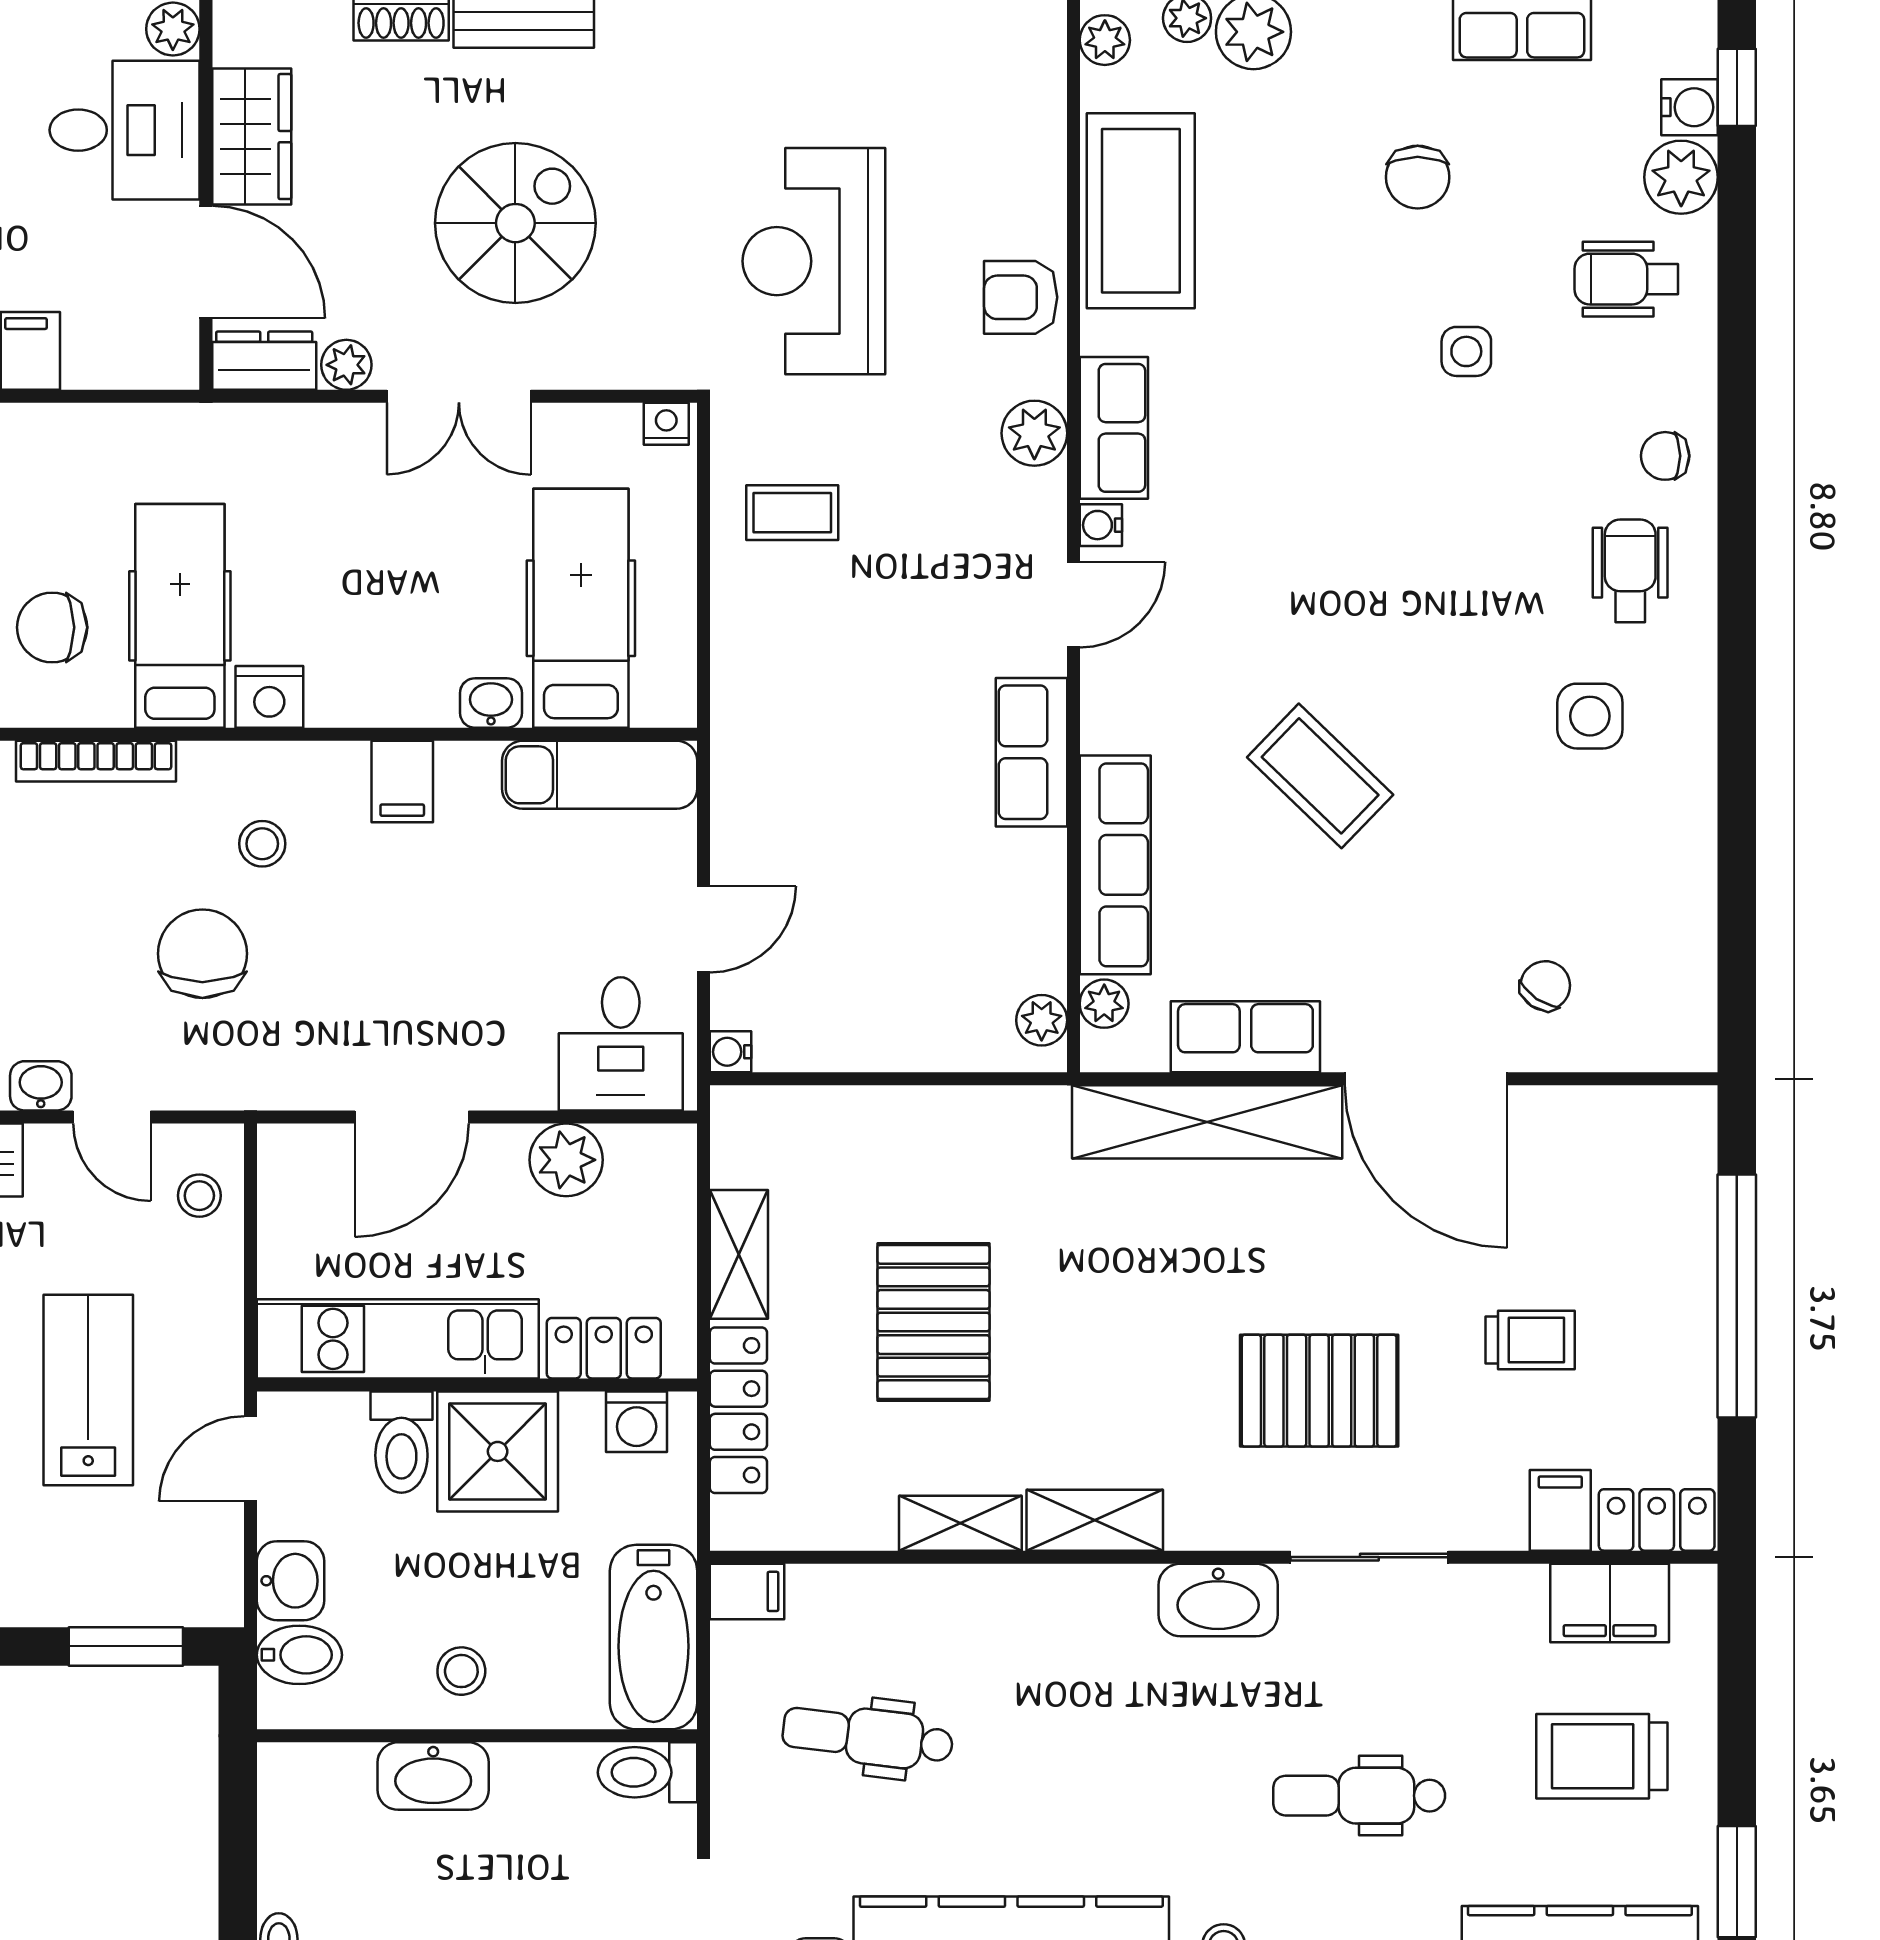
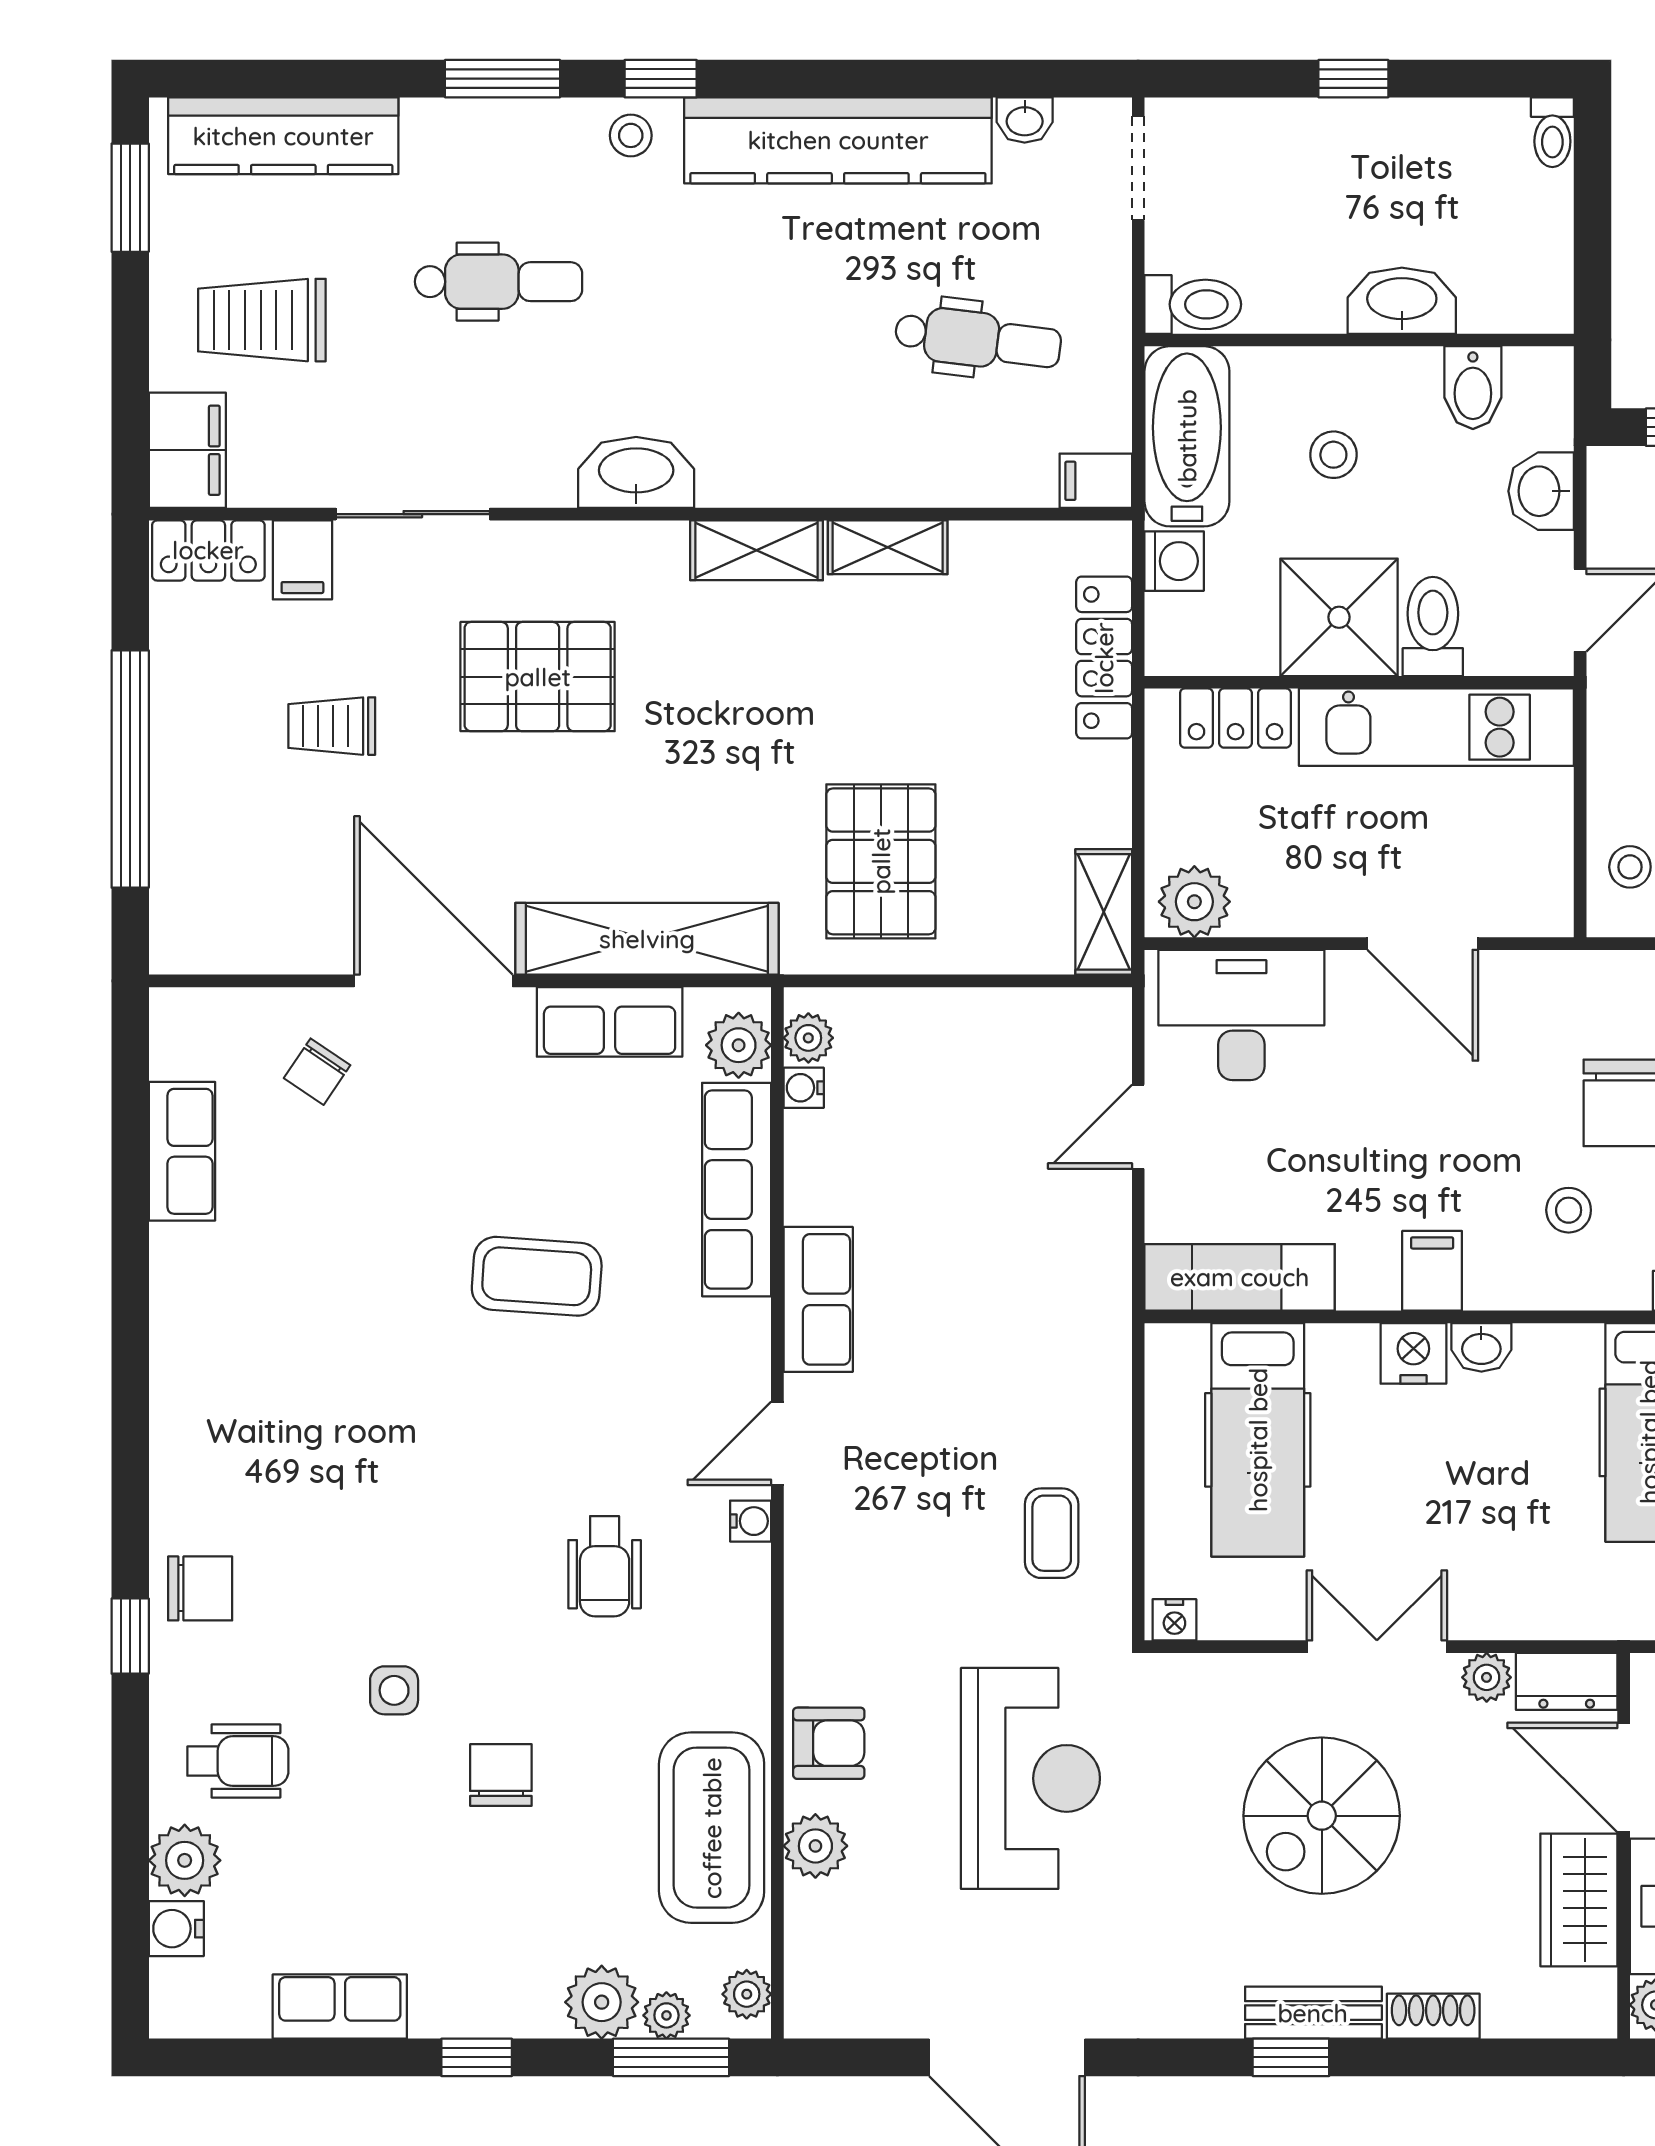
window: (1737, 87) -> (130, 1636), moved
chair: (1418, 177) -> (501, 1775), moved
row of seats: (1114, 428) -> (182, 1151), moved, turned 180
plant: (1034, 433) -> (815, 1846), moved
chair: (1665, 456) -> (200, 1588), width x1.37, depth x1.37
coffee table: (792, 513) -> (1052, 1533), turned 90
wheelchair: (1630, 571) -> (605, 1566), moved
nightstand: (269, 697) -> (1413, 1353), moved
washbasin: (491, 703) -> (1481, 1347), moved
side table: (1590, 716) -> (273, 1335), removed
coffee table: (1320, 776) -> (537, 1276), turned -40
plant: (1104, 1004) -> (739, 1045), width x1.38, depth x1.38
desk: (621, 1044) -> (1241, 1015), width x1.37
water cooler: (730, 1052) -> (804, 1088), moved, turned 180
door: (412, 1117) -> (1423, 944), swing flipped
plant: (566, 1160) -> (1194, 902), moved
shelving: (739, 1254) -> (1104, 912), moved
pallet: (933, 1322) -> (881, 861), moved
washing machine: (637, 1422) -> (1174, 561), moved, turned 90
sliding door: (1369, 1557) -> (413, 514), moved
filing cabinet: (1610, 1603) -> (187, 450), moved, turned 90
bidet: (299, 1655) -> (1473, 388), moved, turned -90
stool: (461, 1671) -> (1333, 455), moved
trolley: (1602, 1756) -> (262, 320), turned 180

